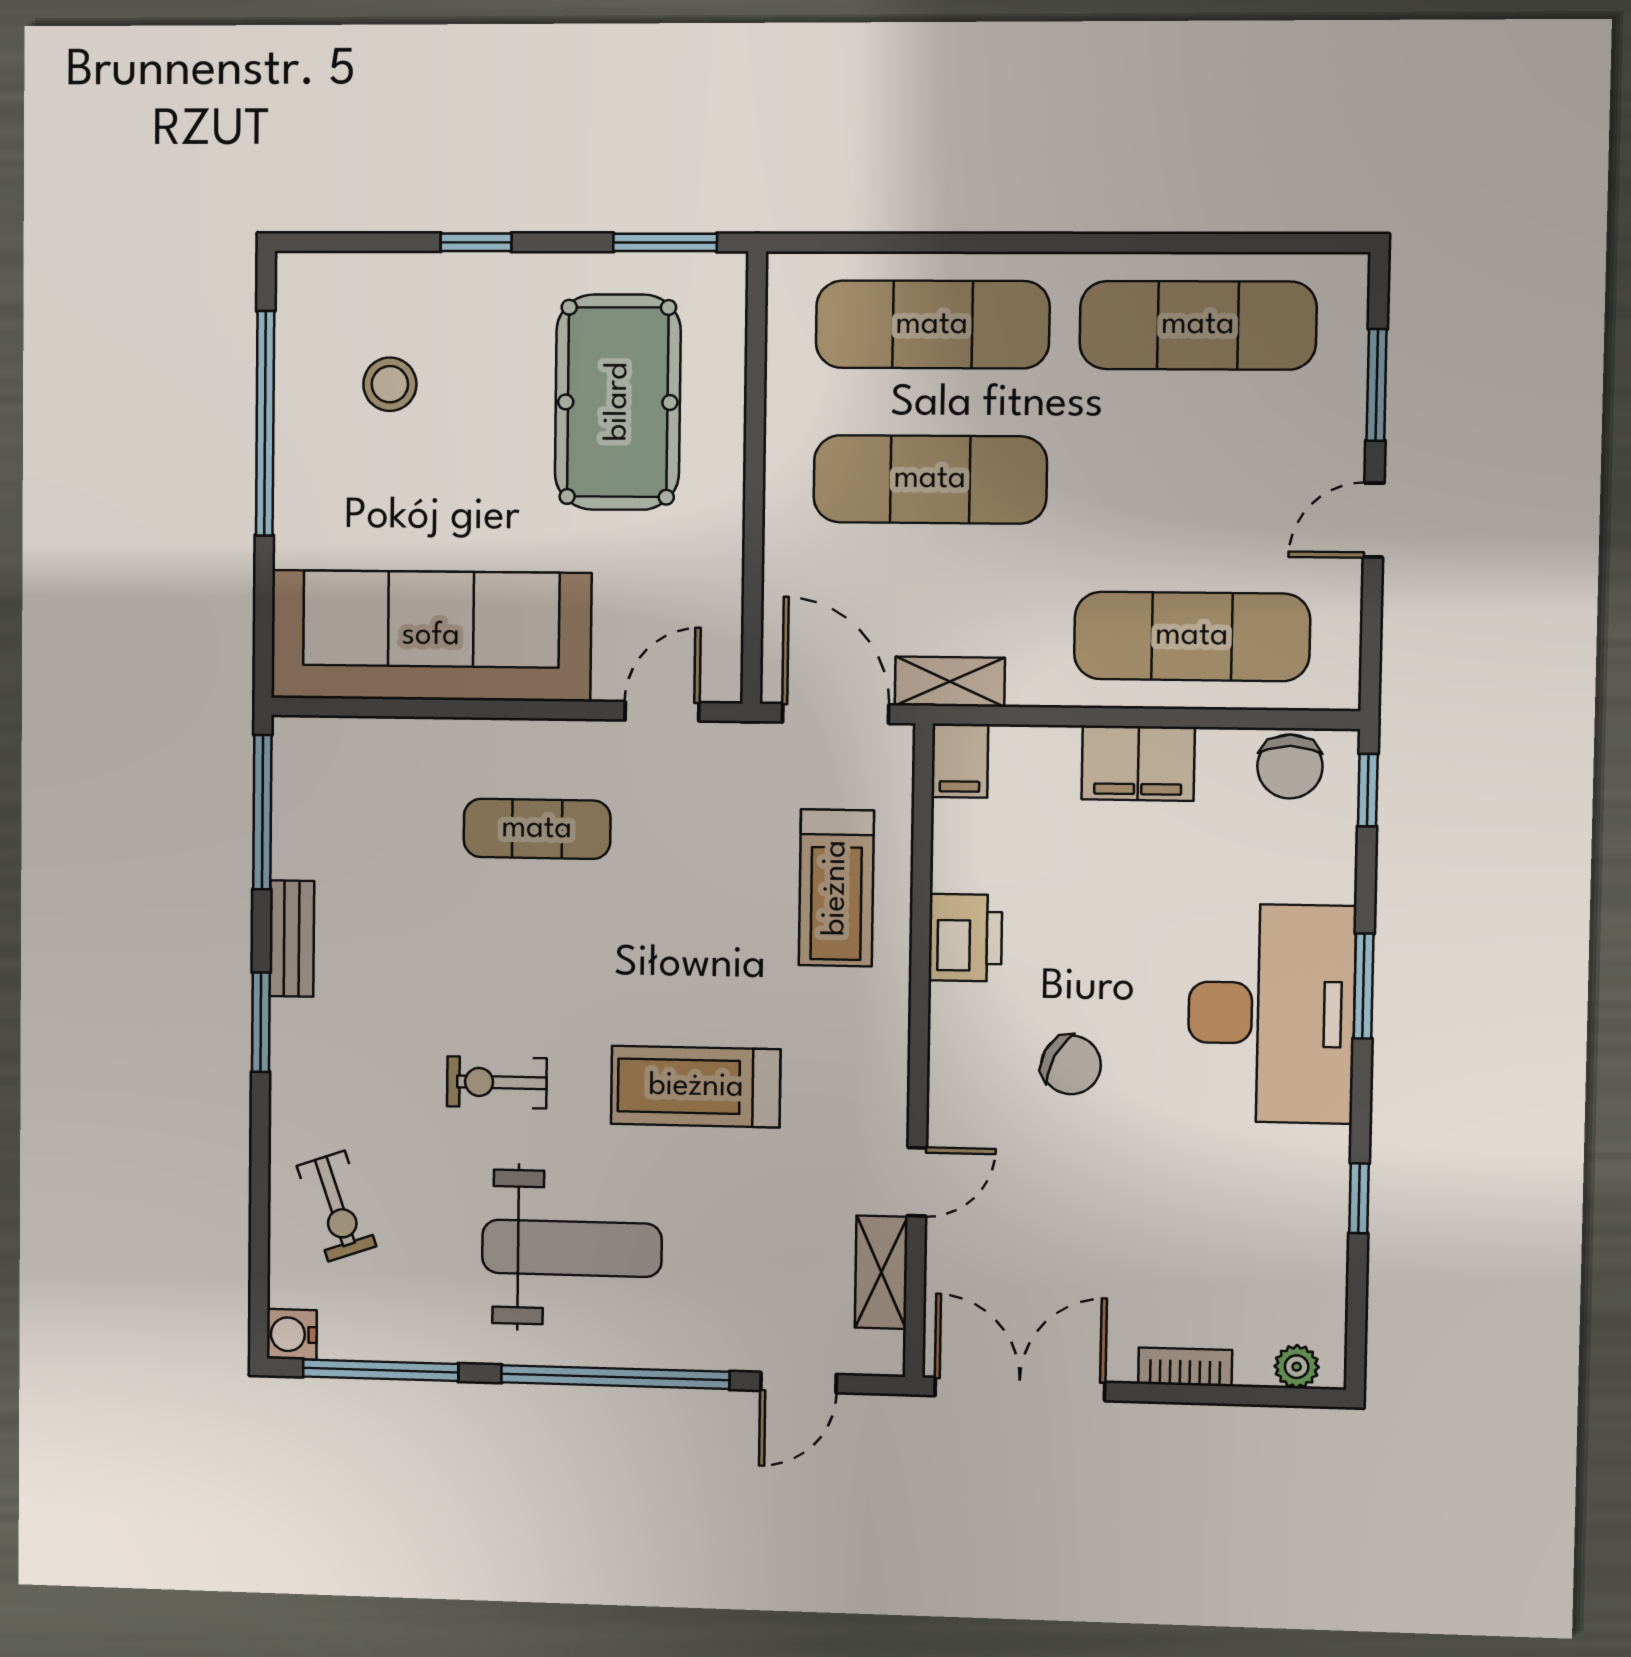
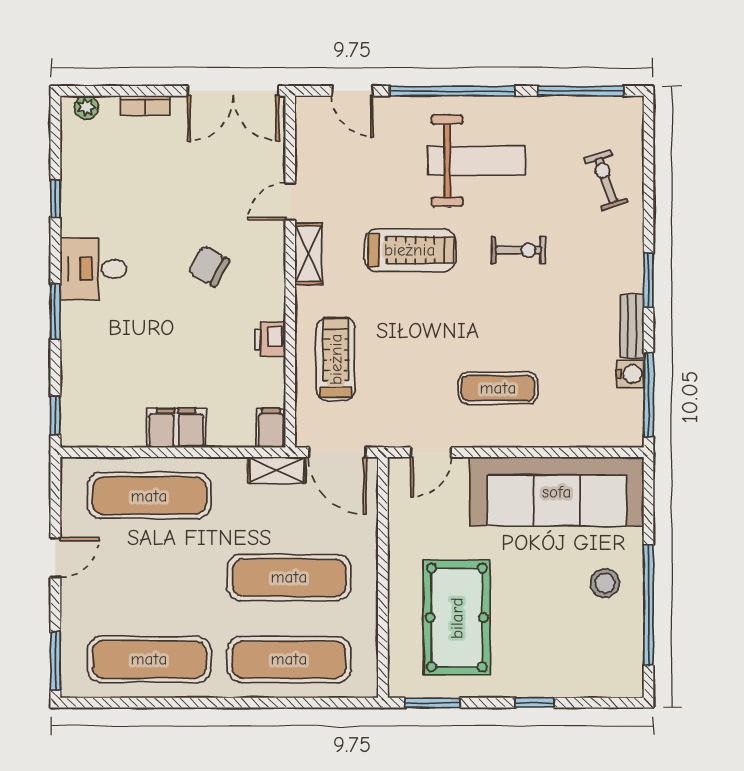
stool: (390, 384) -> (605, 583), moved
window: (1377, 385) -> (55, 661), moved
chair: (1290, 766) -> (96, 427), removed
printer: (965, 938) -> (270, 340), width x0.73, depth x0.81
desk: (1271, 1013) -> (93, 269), width x0.53, depth x0.77
weight bench: (572, 1248) -> (476, 161), turned 180
shelving: (881, 1272) -> (309, 254), moved
water cooler: (292, 1334) -> (630, 374), moved
door: (798, 1382) -> (352, 91), swing flipped

